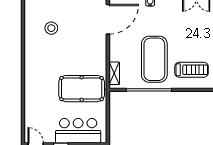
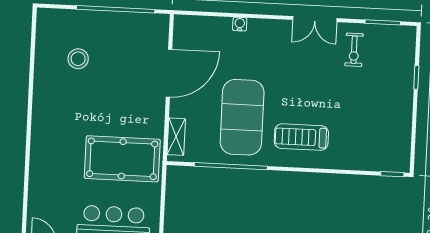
door: (108, 19) -> (169, 73), moved
treadmill: (191, 70) -> (301, 137), turned 180

